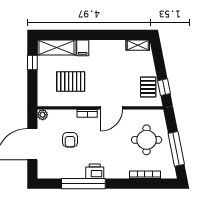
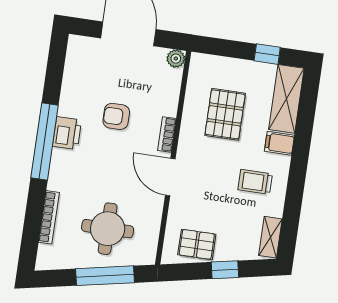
trolley: (107, 59) -> (255, 182), added
window: (164, 87) -> (225, 270), moved
armchair: (70, 140) -> (116, 116), moved
window: (176, 149) -> (105, 276), moved
window: (83, 184) -> (45, 141), moved

